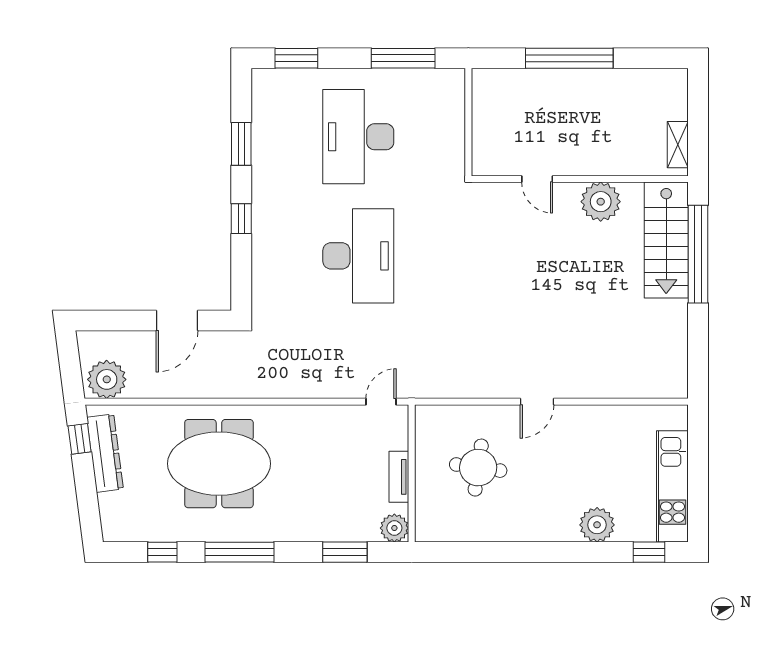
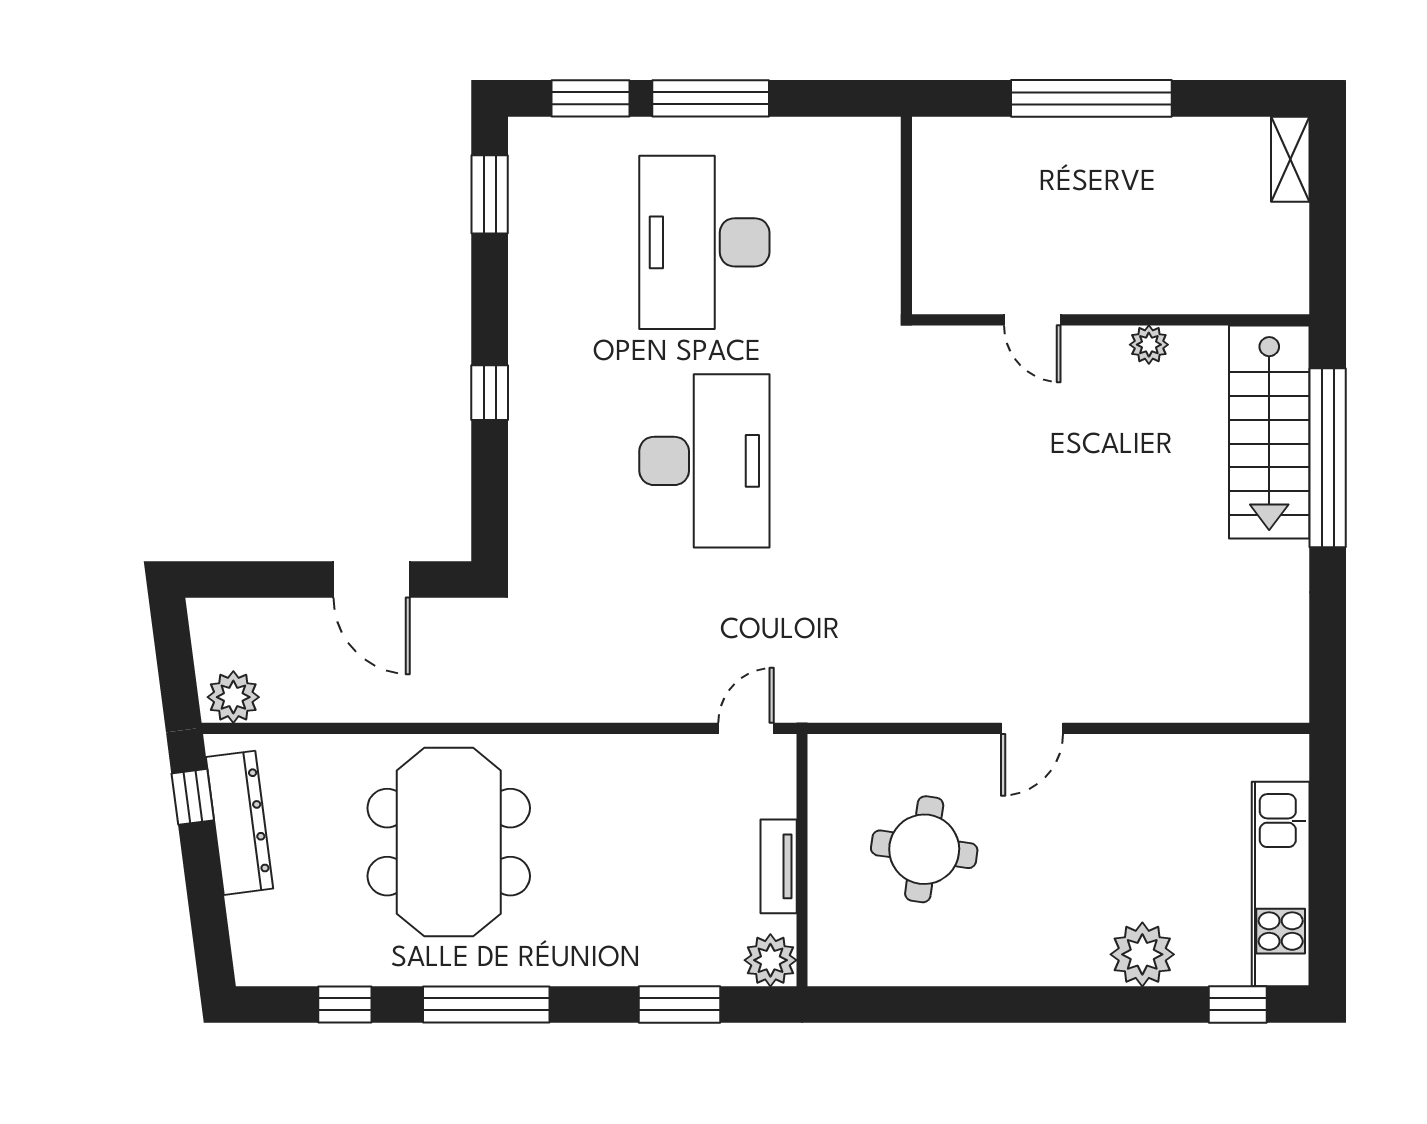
window: (403, 58) -> (711, 98), moved
window: (241, 144) -> (490, 194), moved
shelving: (678, 145) -> (1290, 159), moved
plant: (601, 202) -> (1149, 345), width x0.53, depth x0.53
door: (177, 321) -> (372, 580), hinge flipped
plant: (107, 379) -> (233, 697), width x0.73, depth x0.73
meeting table: (219, 464) -> (449, 842), turned 90

